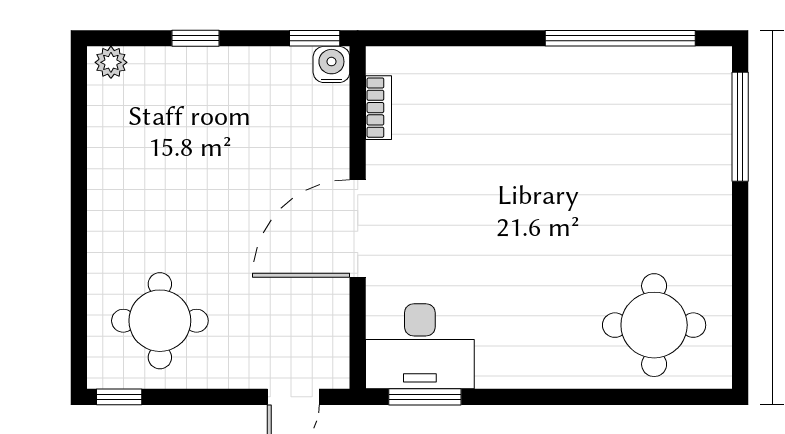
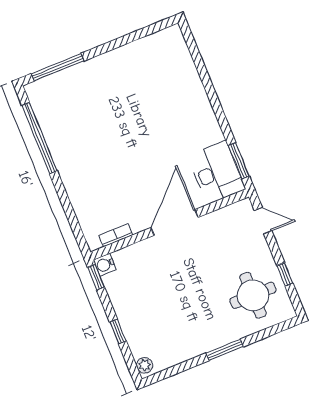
window: (79, 225) -> (225, 350), added
door: (358, 228) -> (174, 222), swing flipped
round table: (654, 325) -> (164, 70), removed
window: (119, 397) -> (285, 274), moved

